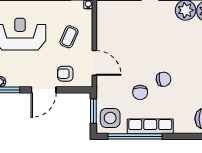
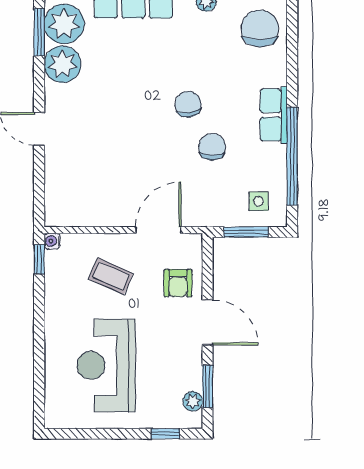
chair: (140, 92) -> (212, 147), turned -90
side table: (110, 118) -> (259, 201), width x0.54, depth x0.54
row of seats: (150, 126) -> (274, 115), width x0.68

